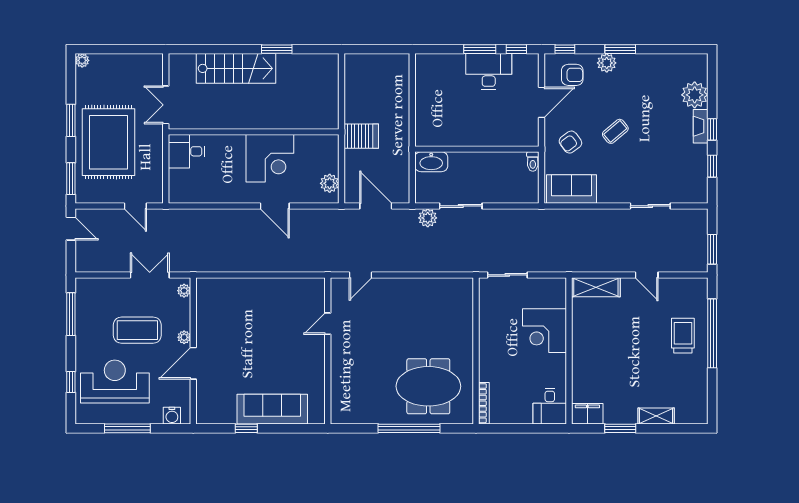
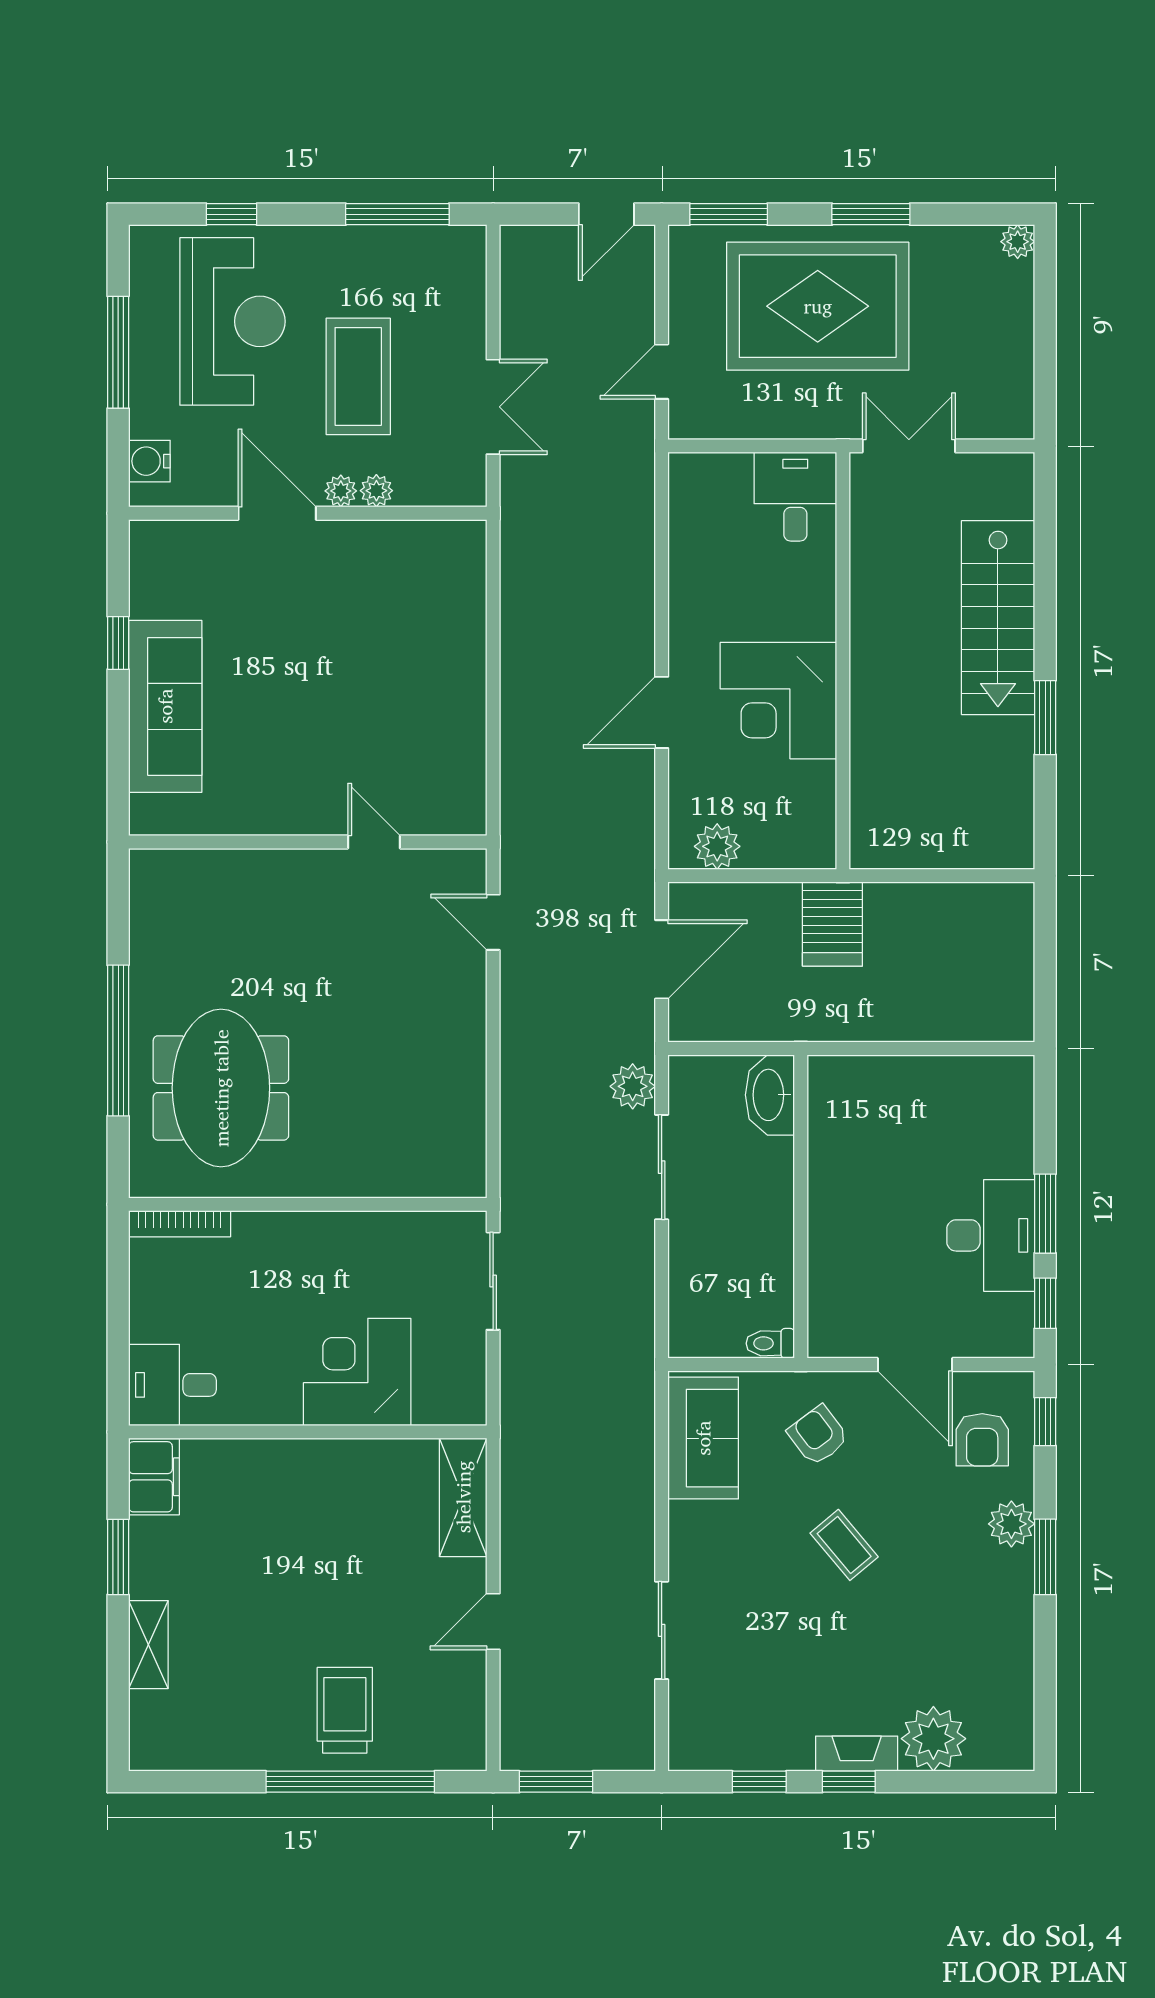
plant: (184, 291) -> (376, 491), moved
trolley: (683, 336) -> (345, 1710), turned -90

